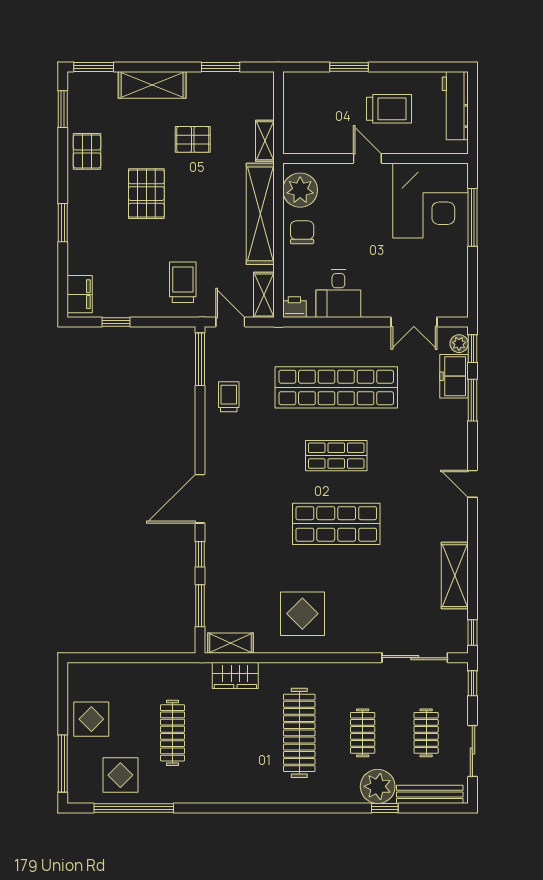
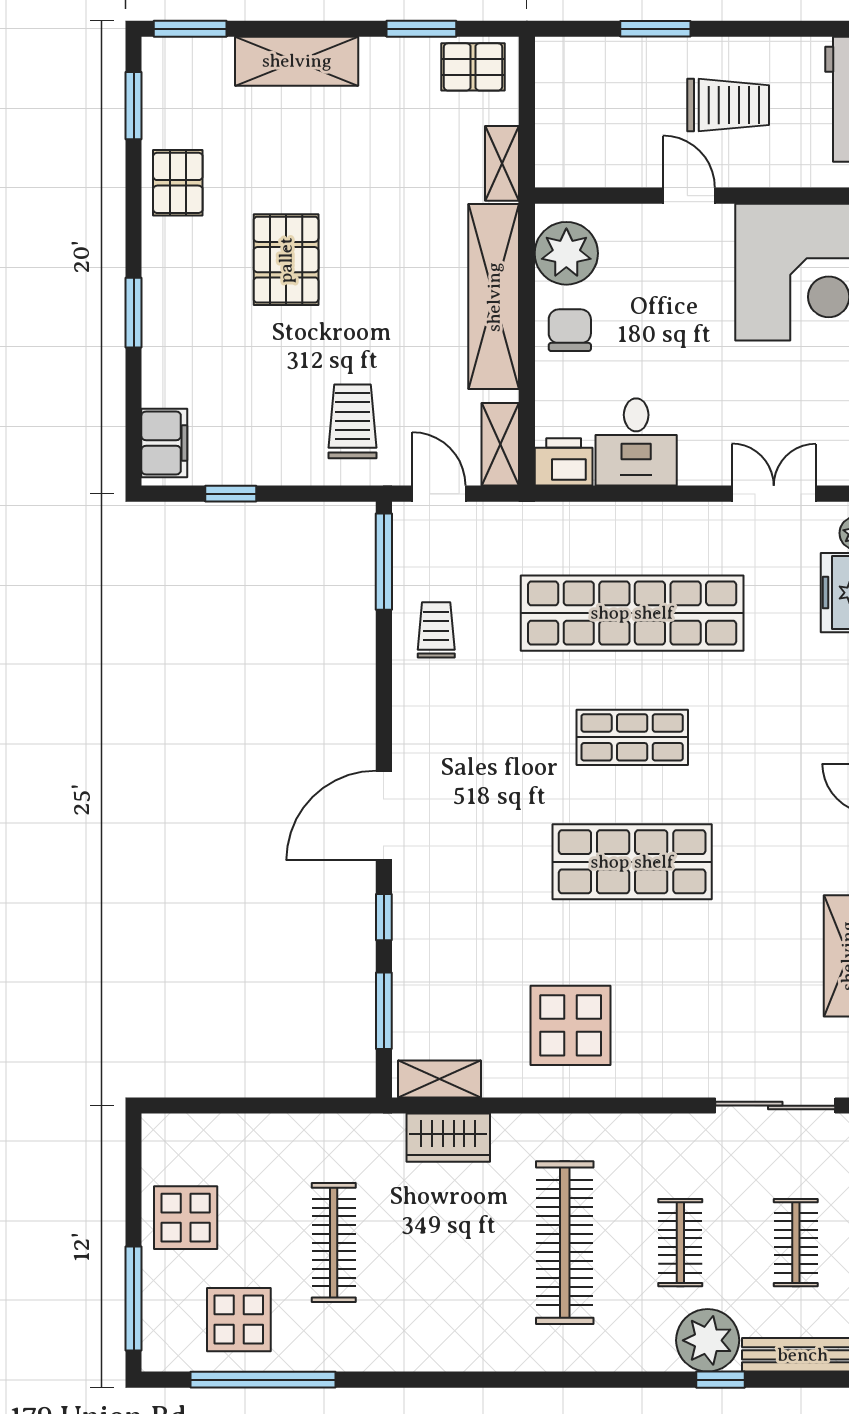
pallet: (193, 139) -> (473, 67), moved
printer: (294, 307) -> (564, 462), width x1.36, depth x1.24
double door: (414, 322) -> (774, 494), swing flipped

